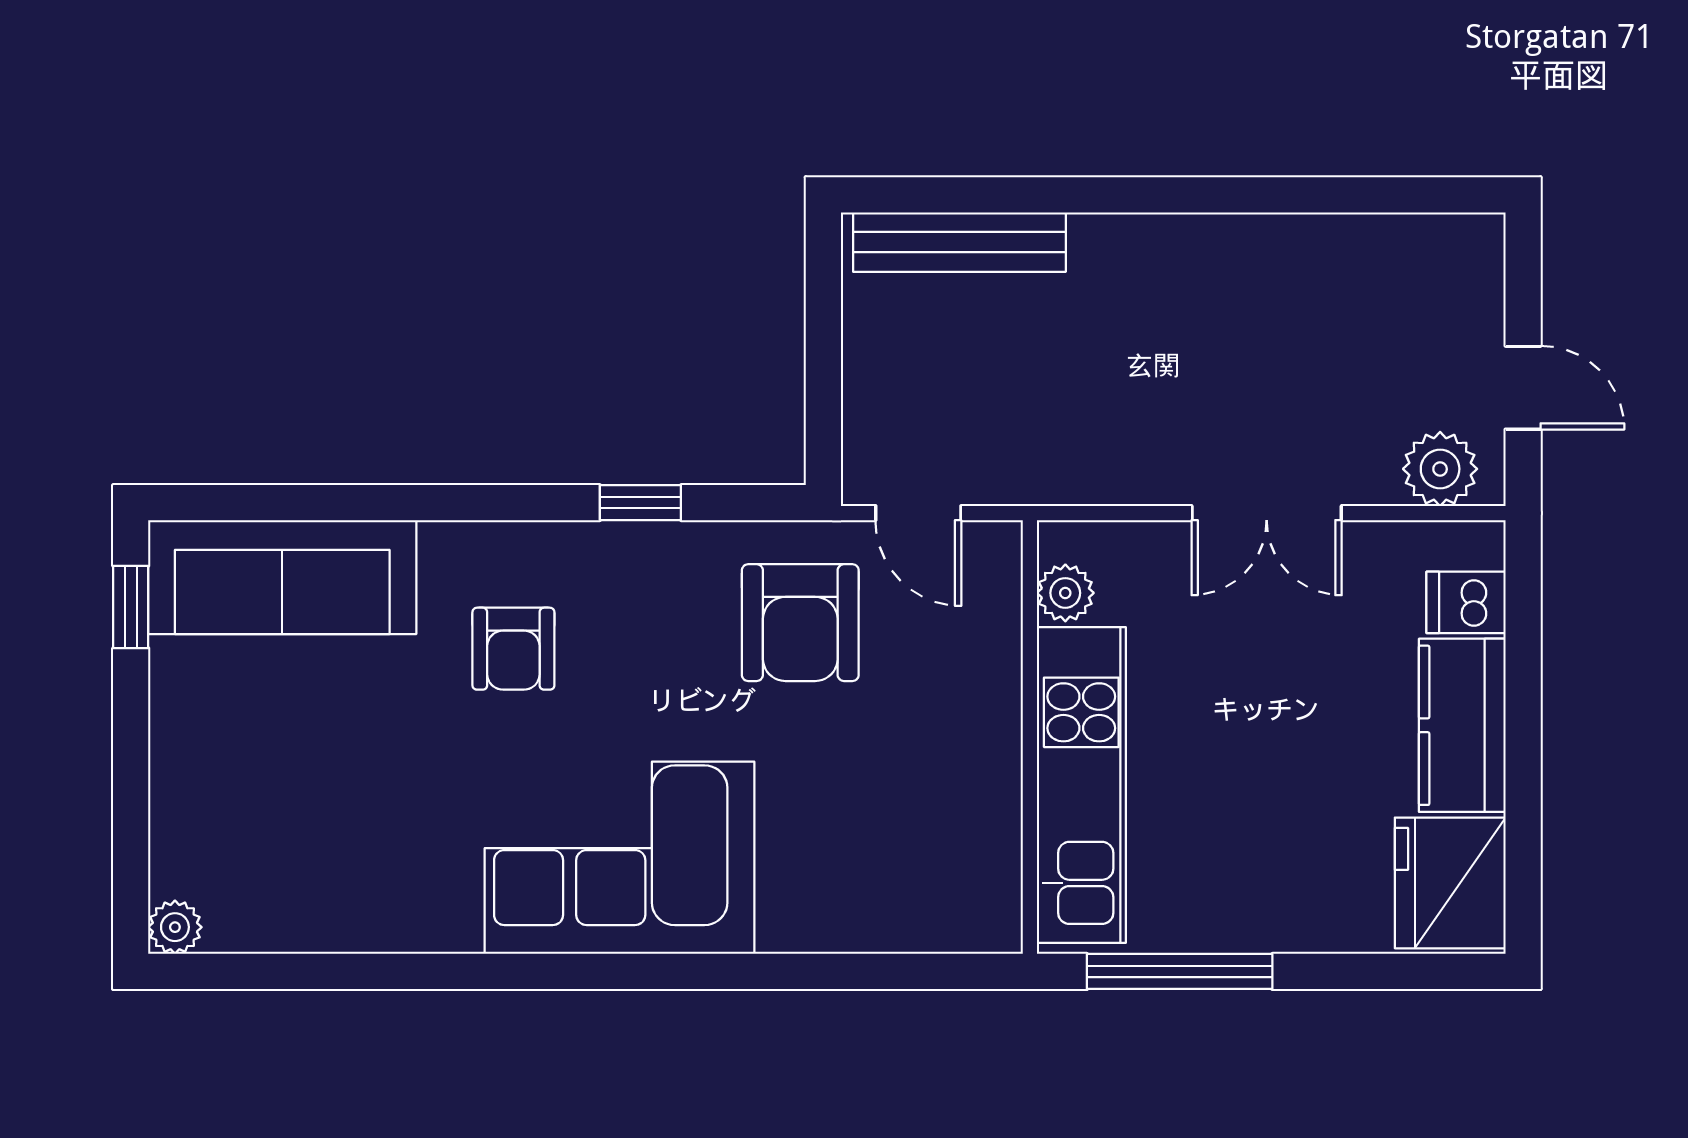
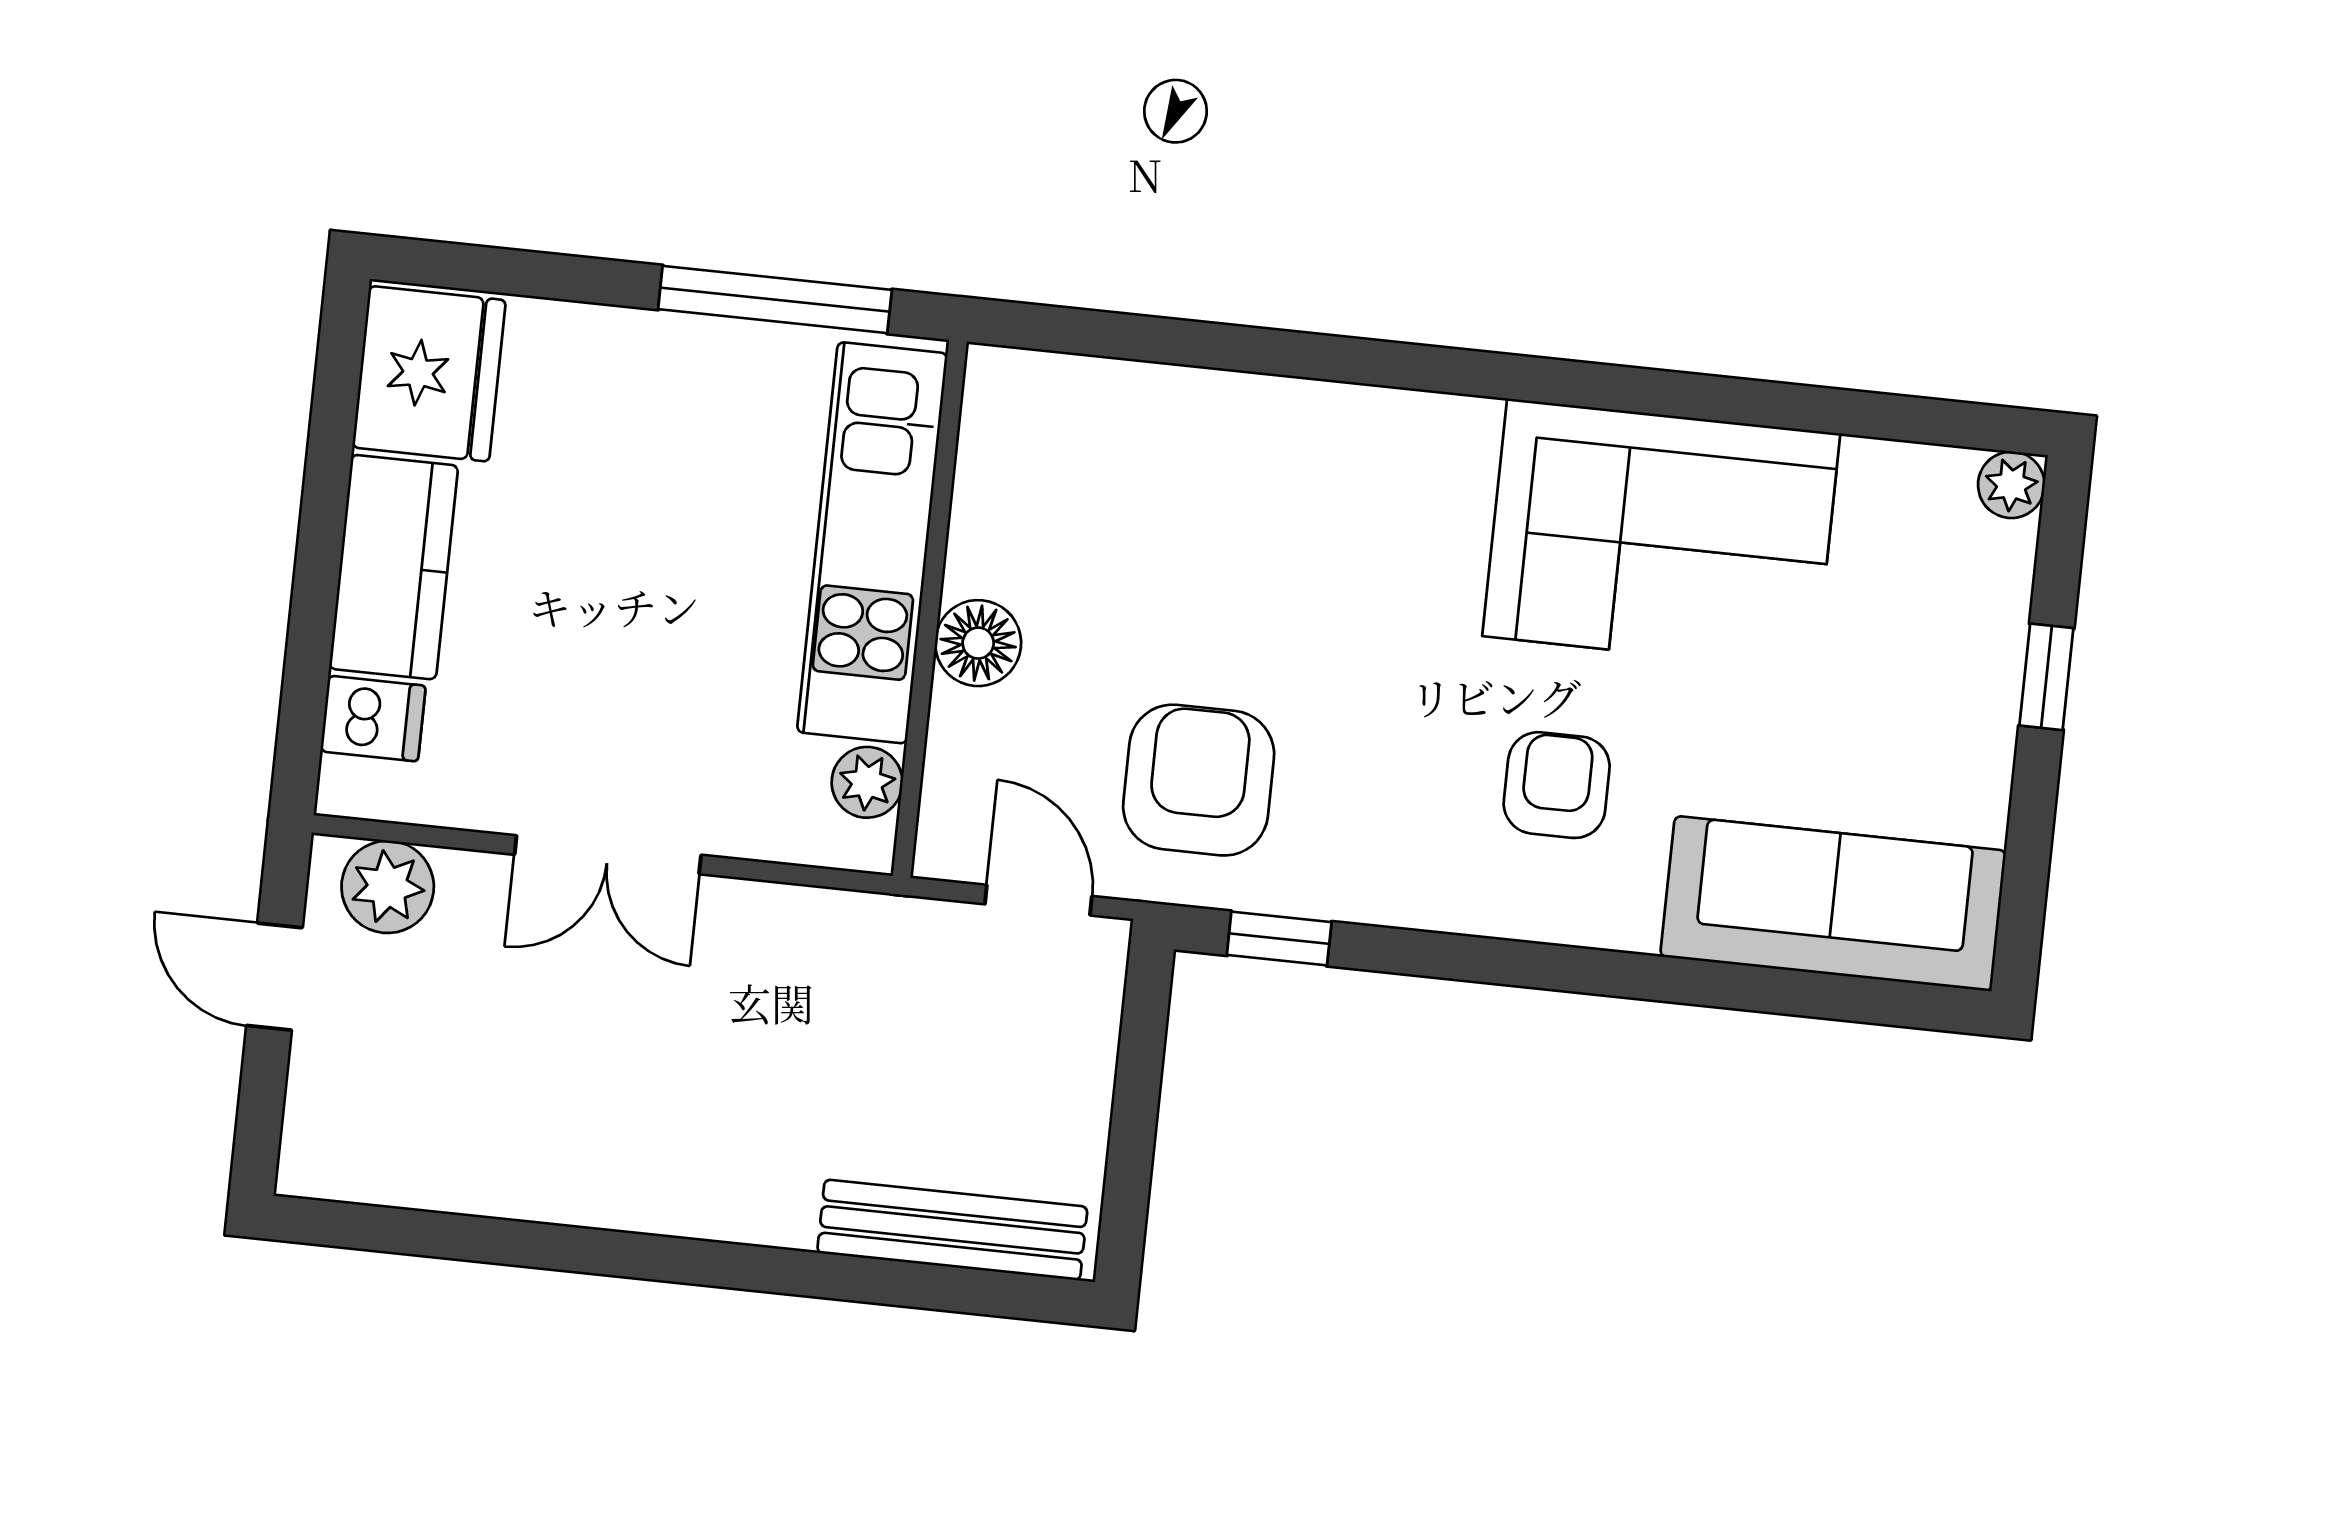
window: (640, 503) -> (1279, 939), moved
double door: (1267, 513) -> (608, 855), swing flipped
window: (131, 607) -> (2046, 677), moved
floor lamp: (988, 714) -> (978, 643), added
corner sofa: (620, 858) -> (1661, 535), moved

